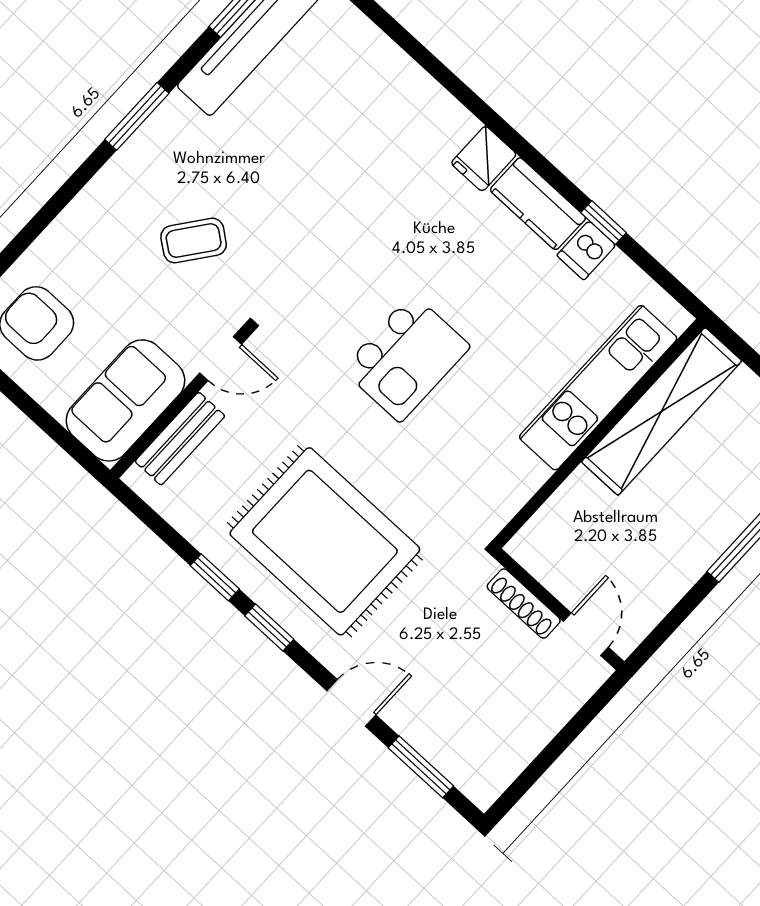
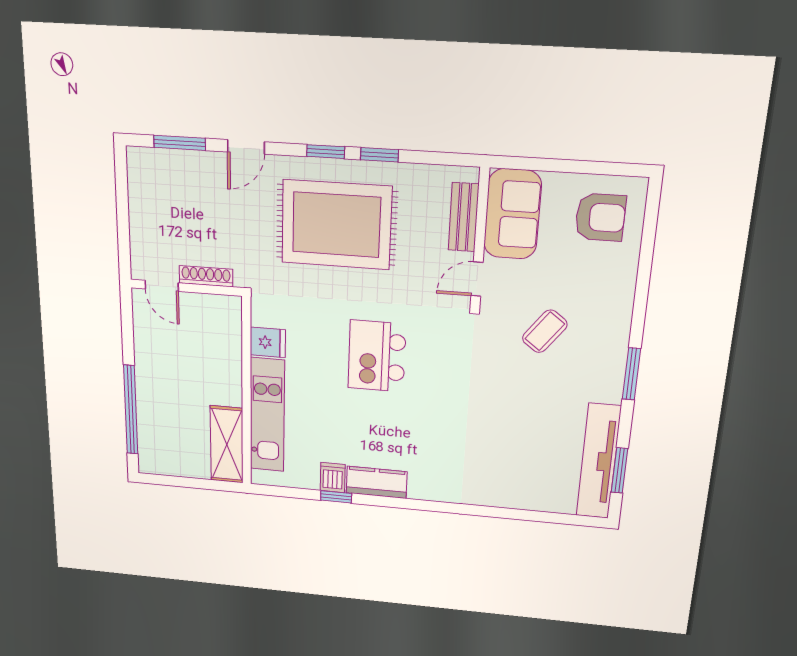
fridge: (484, 159) -> (268, 342), moved, turned 90
shelving: (662, 411) -> (227, 445), width x0.68

